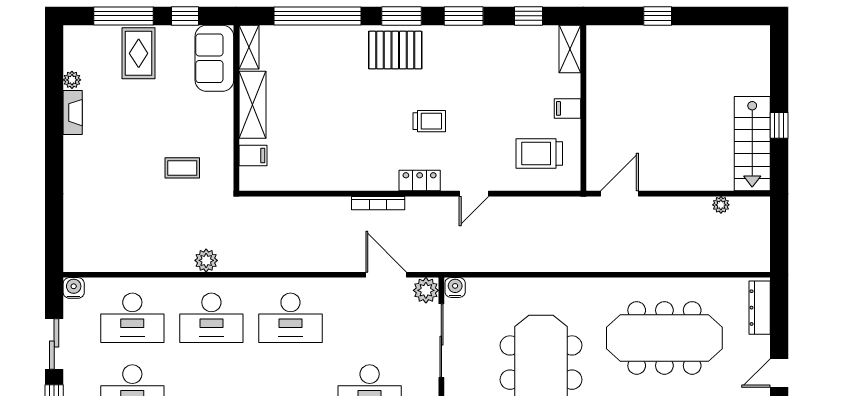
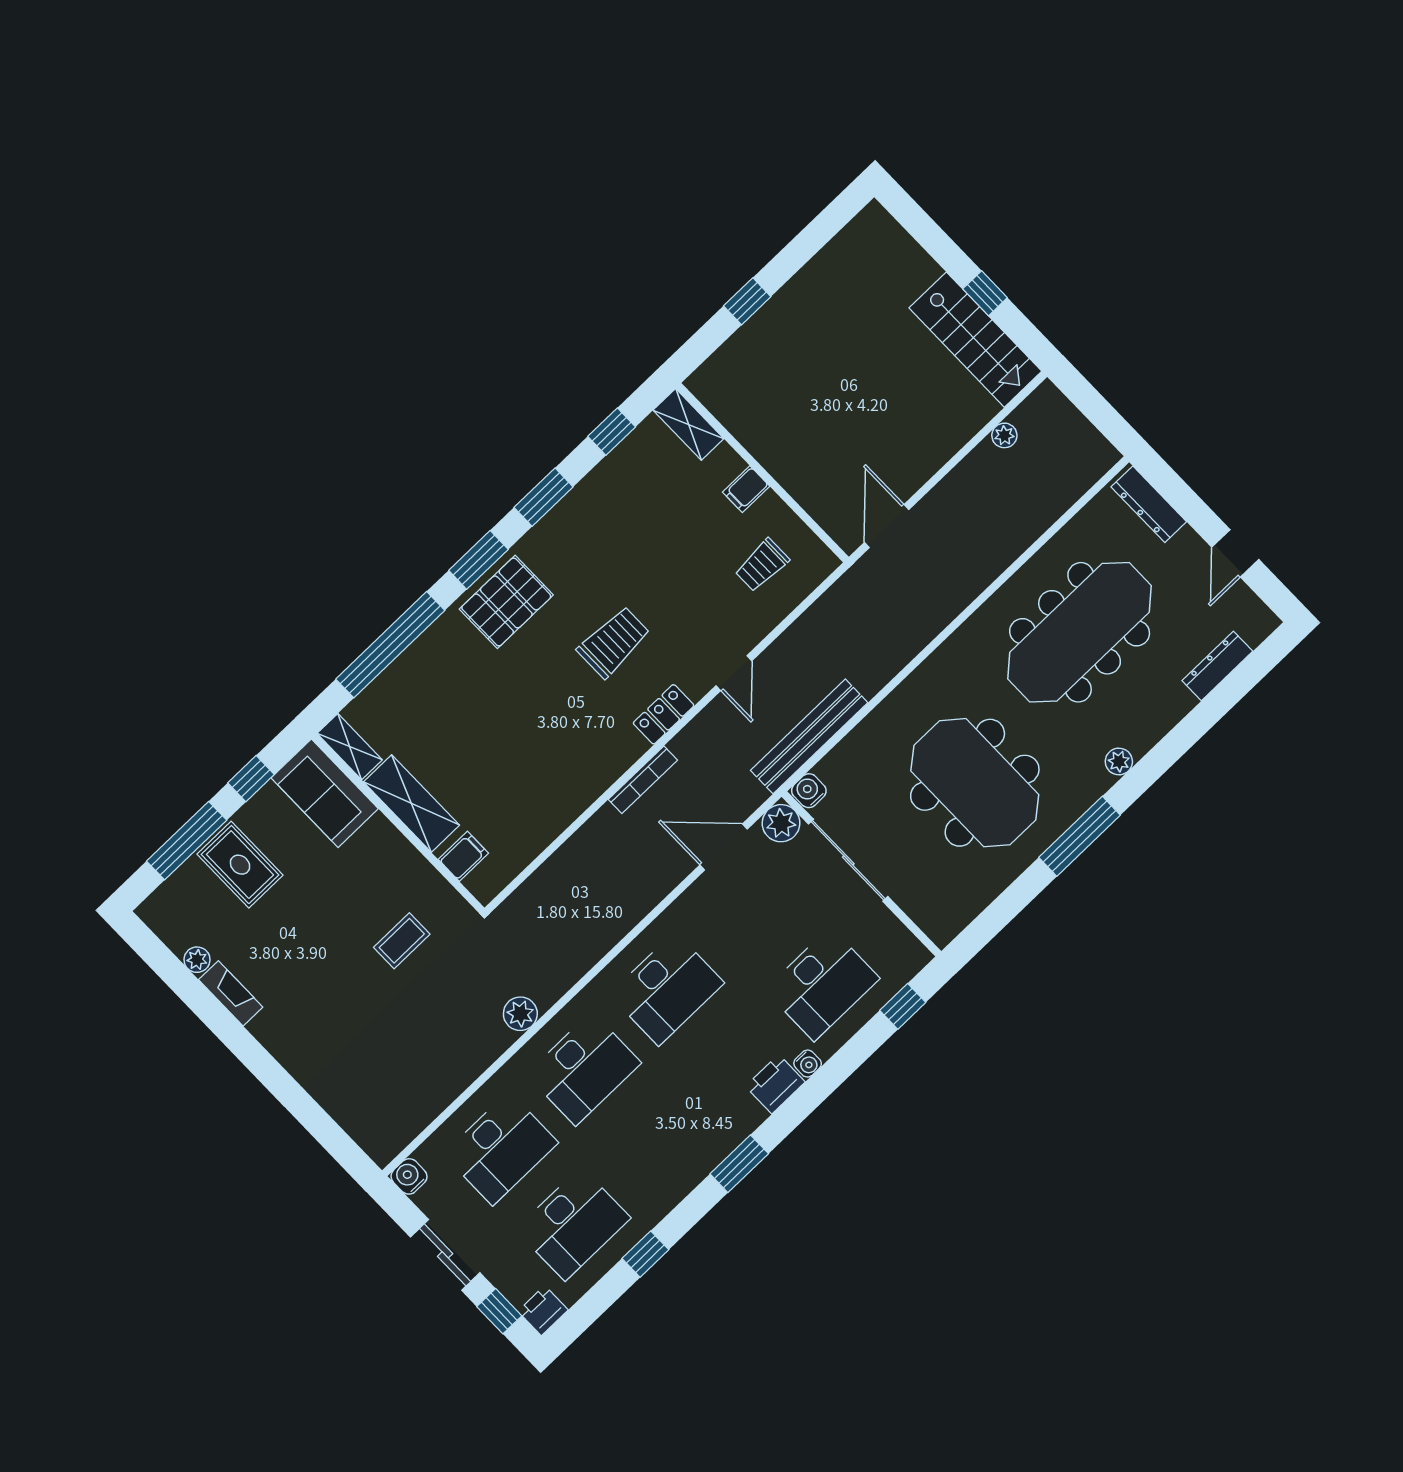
trolley: (429, 121) -> (614, 642), width x1.36, depth x1.39
trolley: (539, 154) -> (762, 565), width x0.73, depth x0.72
bench: (481, 261) -> (809, 736), added

